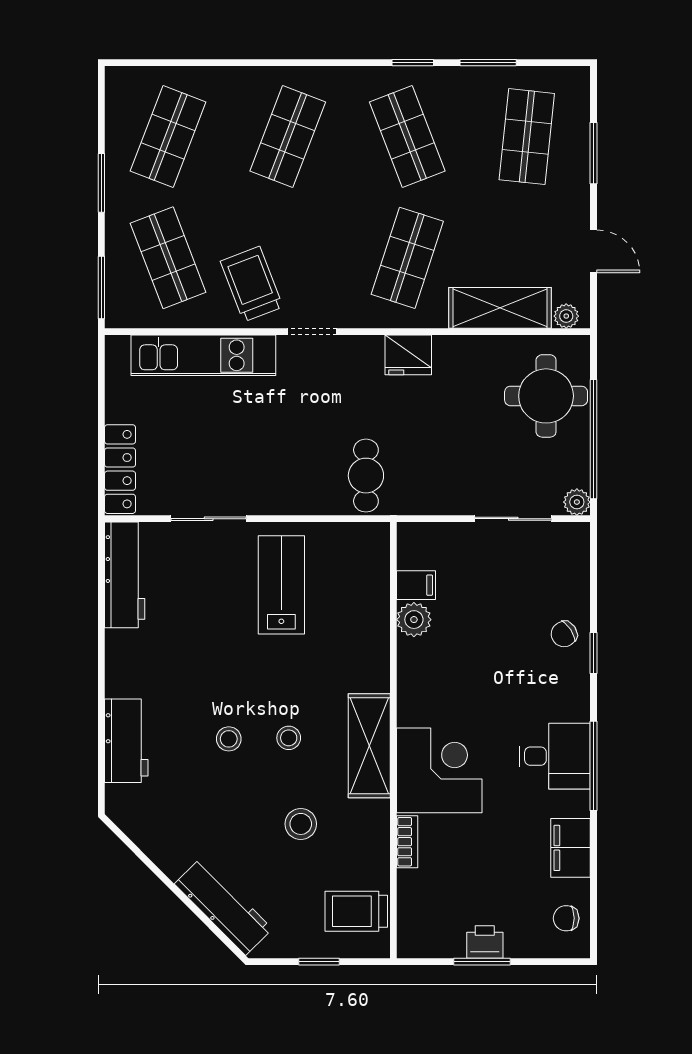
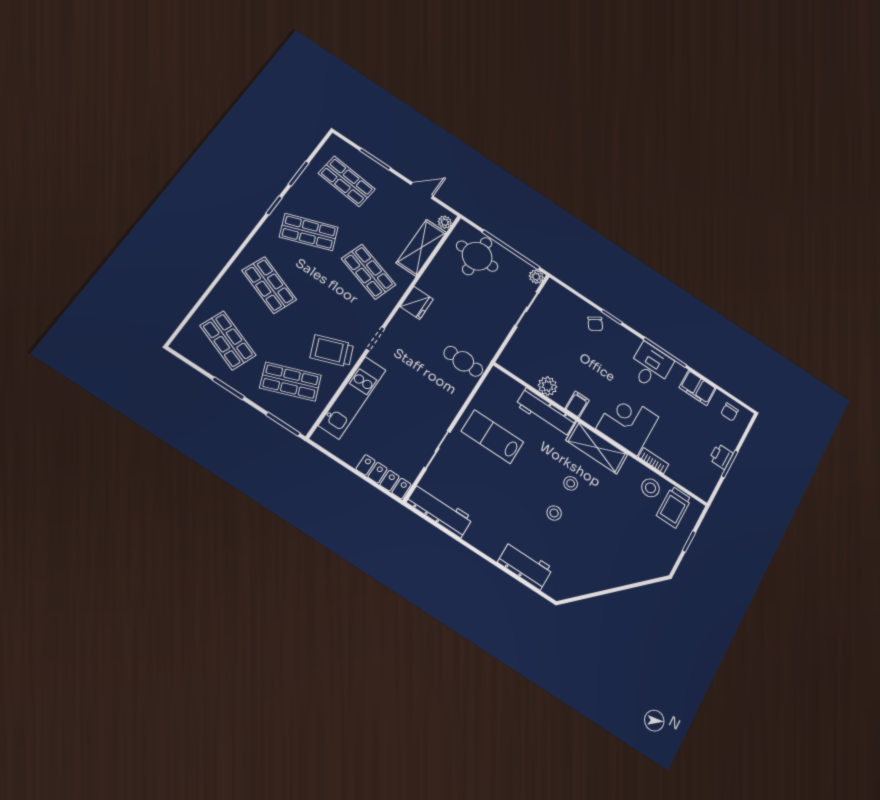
filing cabinet: (416, 585) -> (577, 404), moved
stool: (301, 824) -> (650, 488), moved
workbench: (223, 906) -> (546, 413), moved, turned -135

